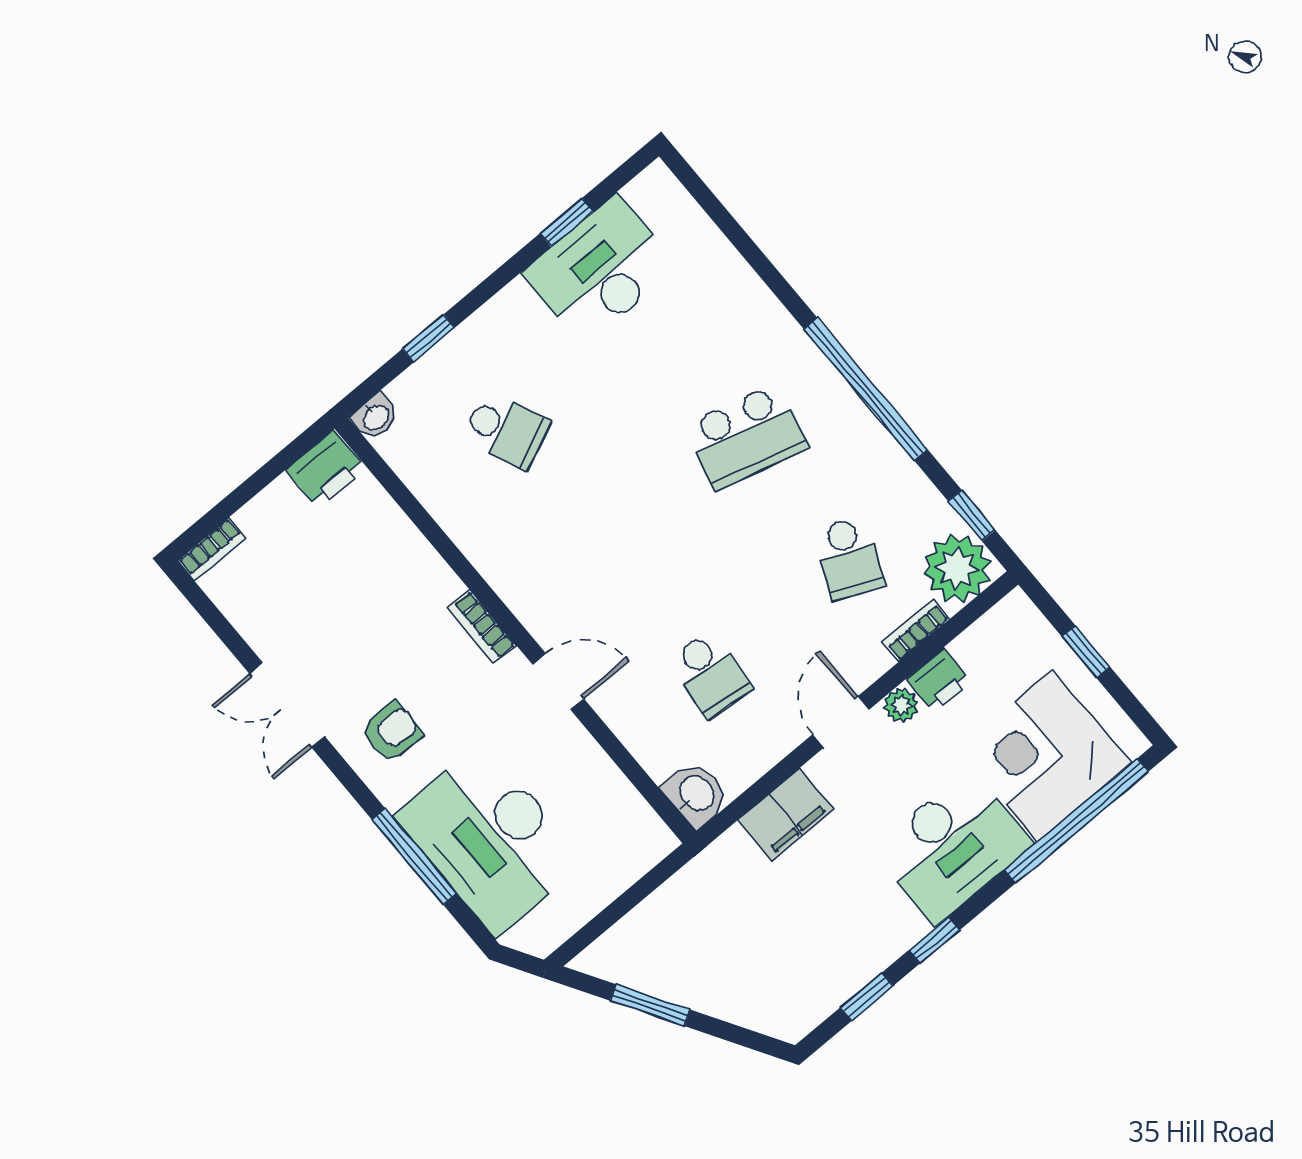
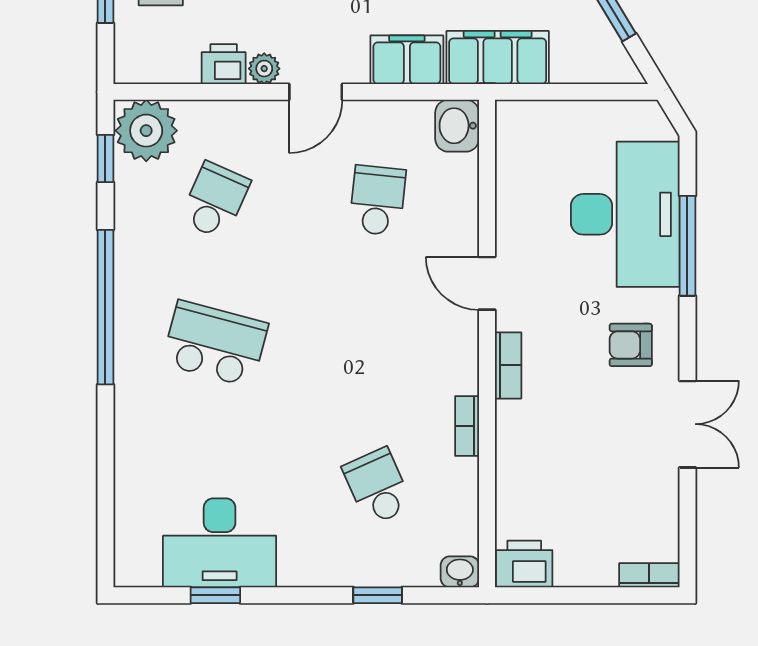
bookcase: (916, 630) -> (467, 426), moved, turned 90
filing cabinet: (710, 881) -> (498, 57), added

